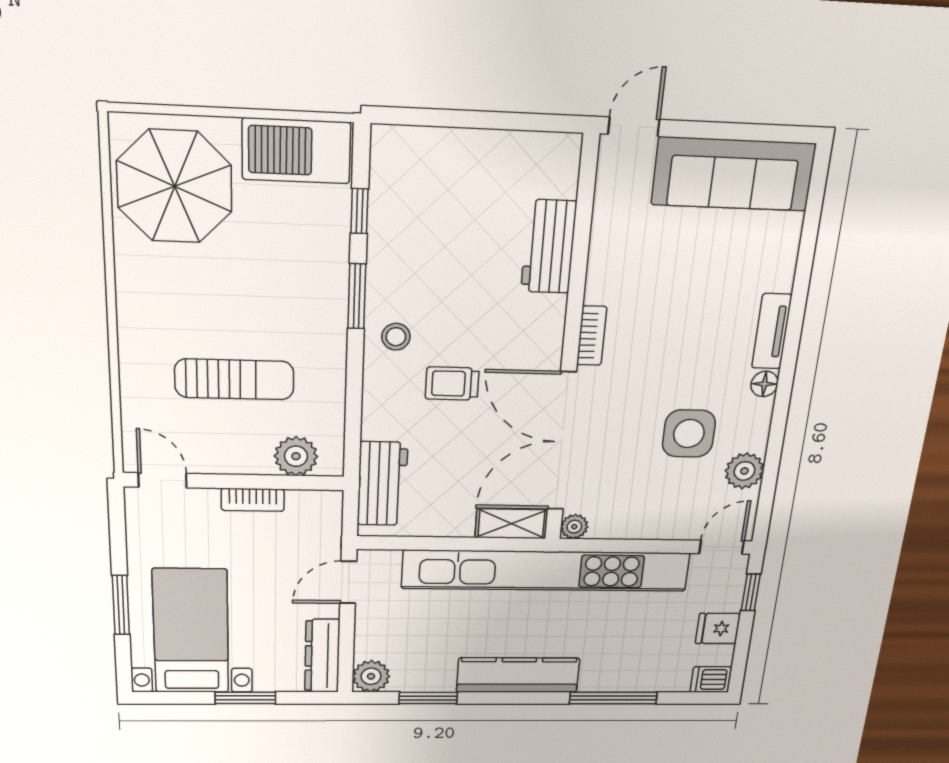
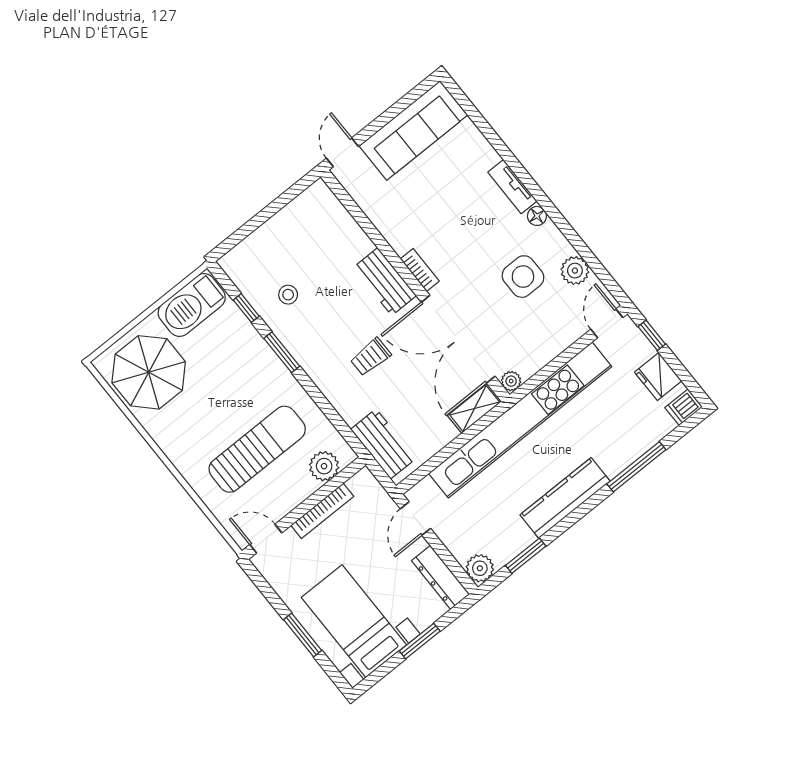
workbench: (549, 247) -> (385, 282), moved
stool: (396, 337) -> (288, 295), moved
sun lounger: (234, 379) -> (257, 449), width x1.36, depth x1.34
bookcase: (253, 500) -> (322, 511), width x1.56
fridge: (718, 629) -> (658, 377), width x1.38

